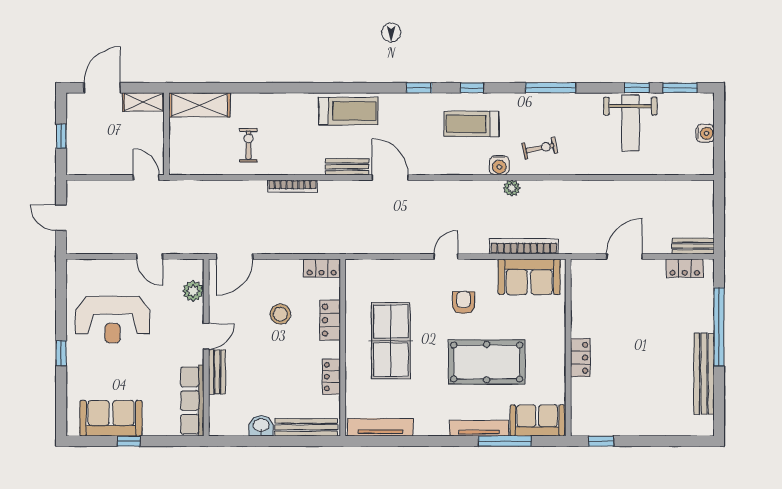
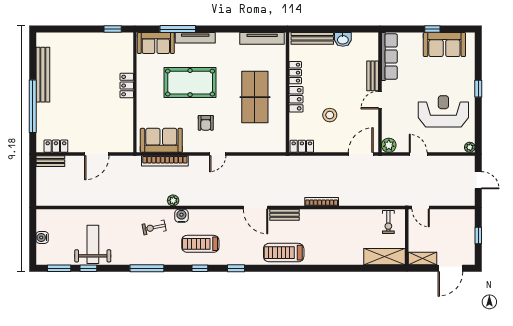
treadmill: (471, 124) -> (200, 244), turned 180
exercise bike: (248, 145) -> (388, 222), moved
plant: (74, 266) -> (470, 147), added
plant: (193, 291) -> (389, 145), moved
locker: (330, 320) -> (296, 99), moved

